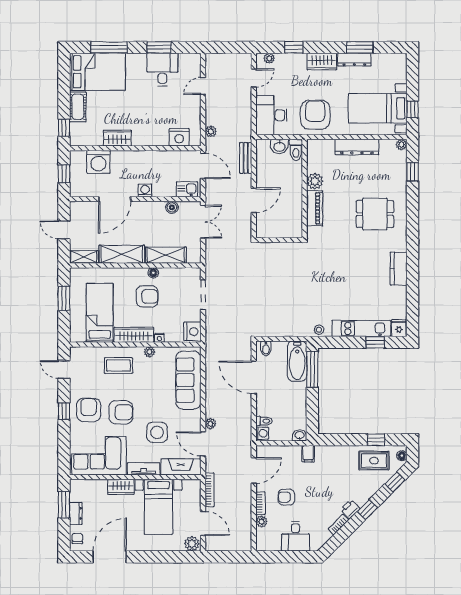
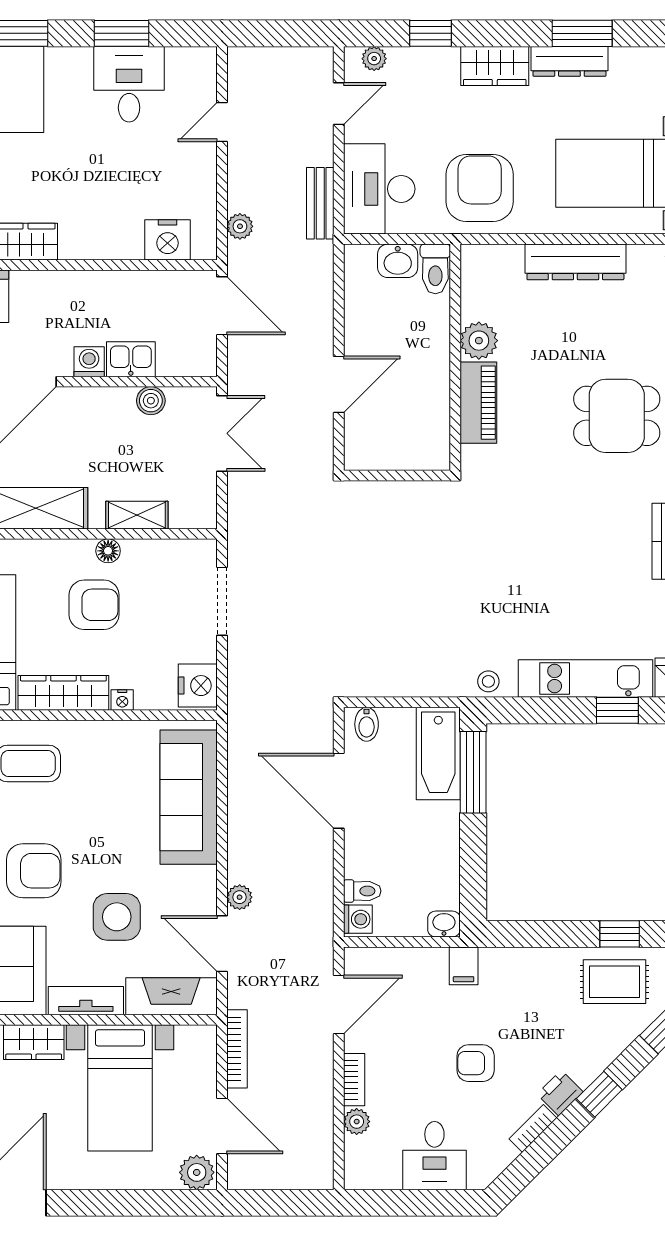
bench: (246, 158) -> (320, 203), moved
kitchen sink: (187, 189) -> (131, 359), moved
shelving: (166, 255) -> (137, 515), width x0.67, depth x0.75
plant: (149, 352) -> (99, 732), removed
armchair: (286, 497) -> (476, 1063), moved

